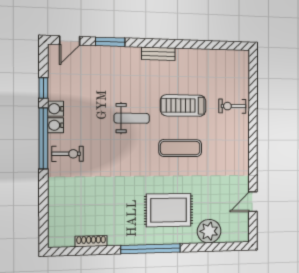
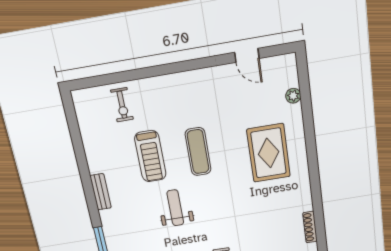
exercise bike: (232, 106) -> (122, 105), moved
plant: (209, 231) -> (293, 96), width x0.53, depth x0.53
window: (151, 249) -> (313, 166), removed

